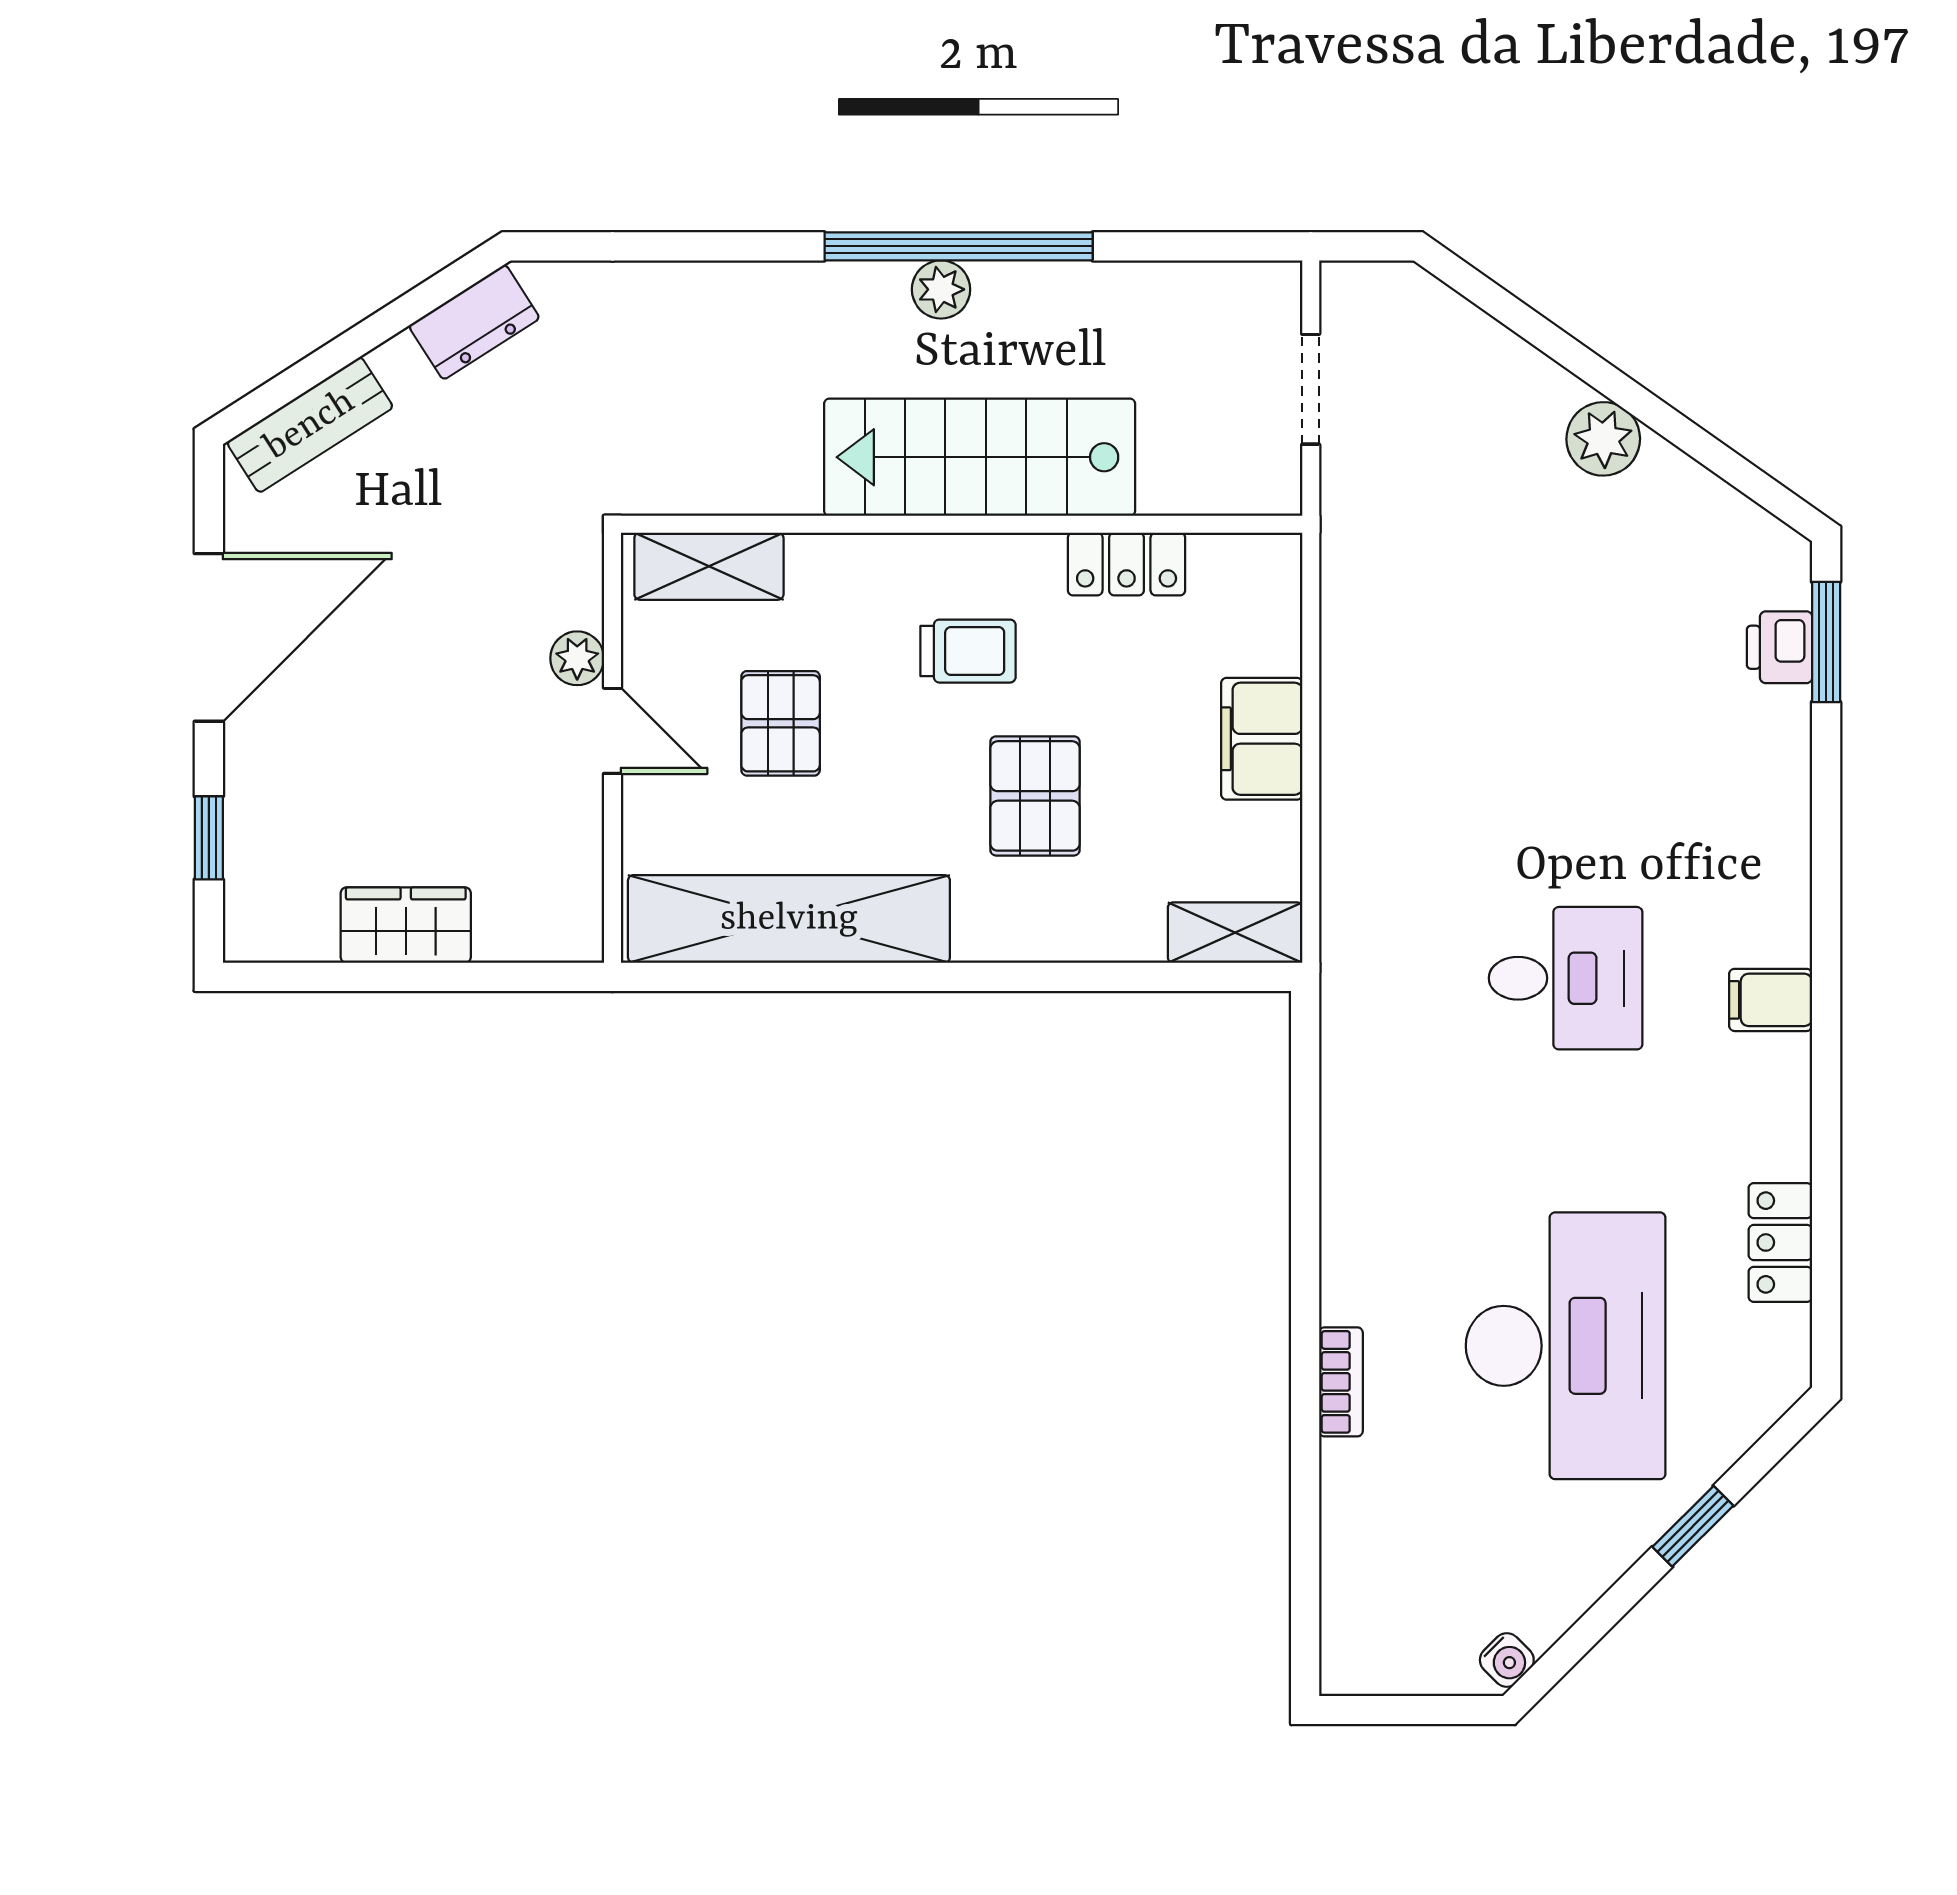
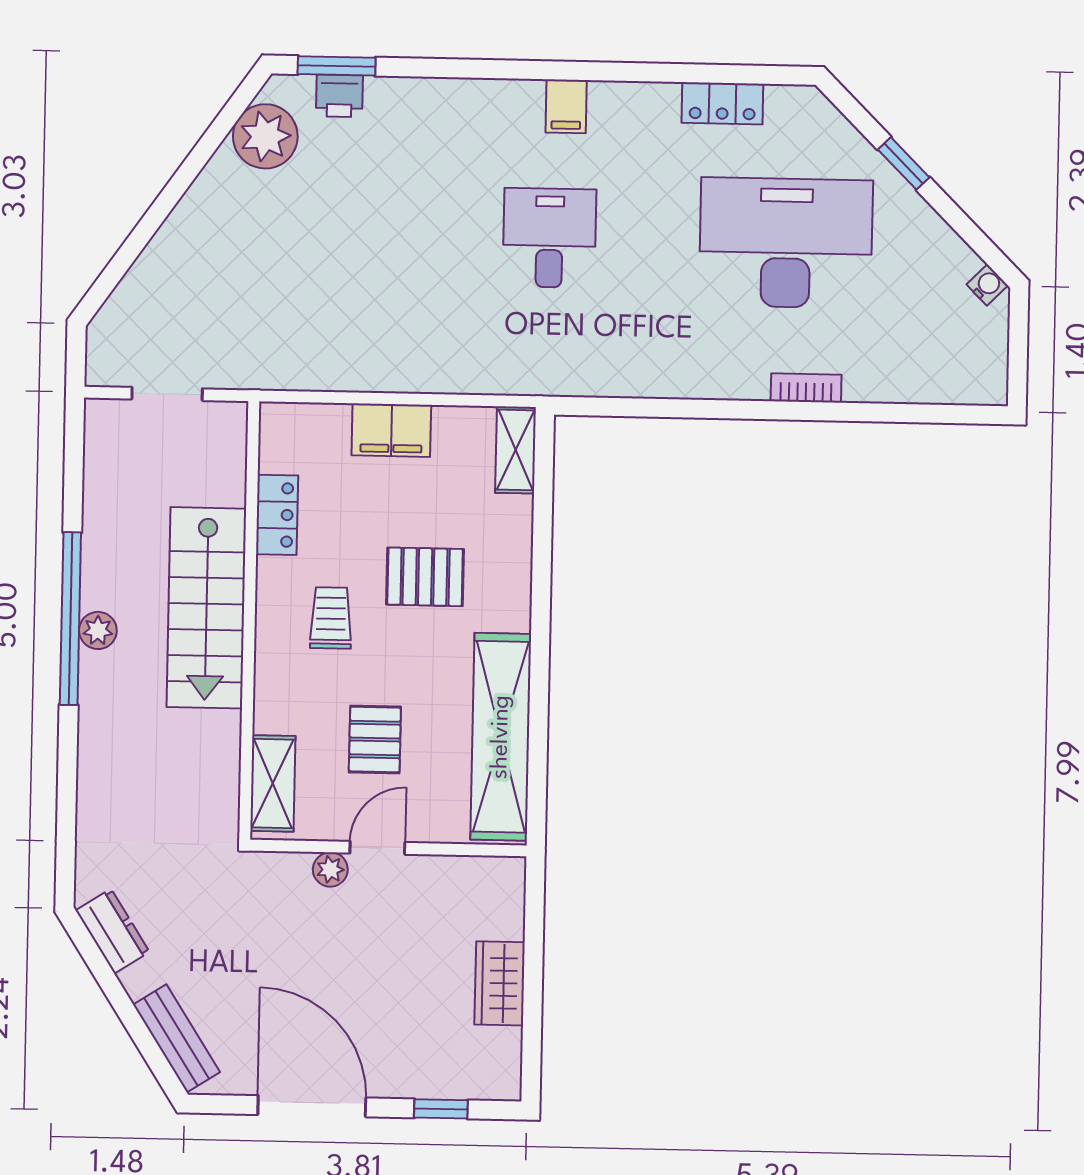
plant: (1603, 439) -> (265, 136), moved, width x1.36, depth x1.36
pallet: (781, 723) -> (375, 740), turned 90

